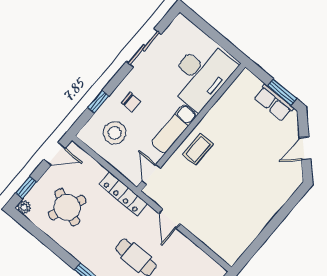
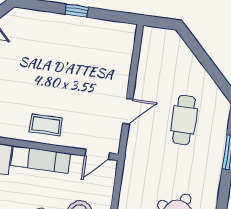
locker: (123, 194) -> (132, 169), removed
window: (271, 227) -> (77, 11), added

